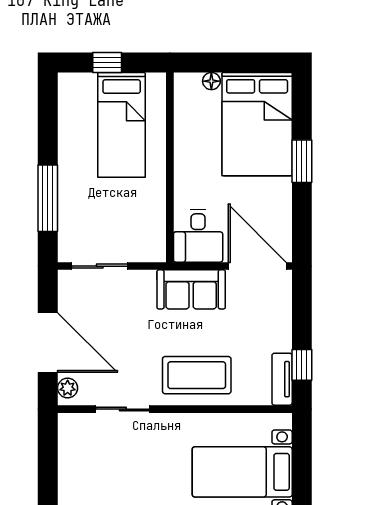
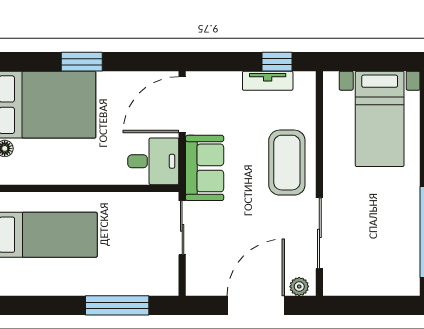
sliding door: (100, 266) -> (182, 228), moved
tv unit: (282, 379) -> (268, 81), moved
sliding door: (123, 409) -> (319, 233), width x1.37

